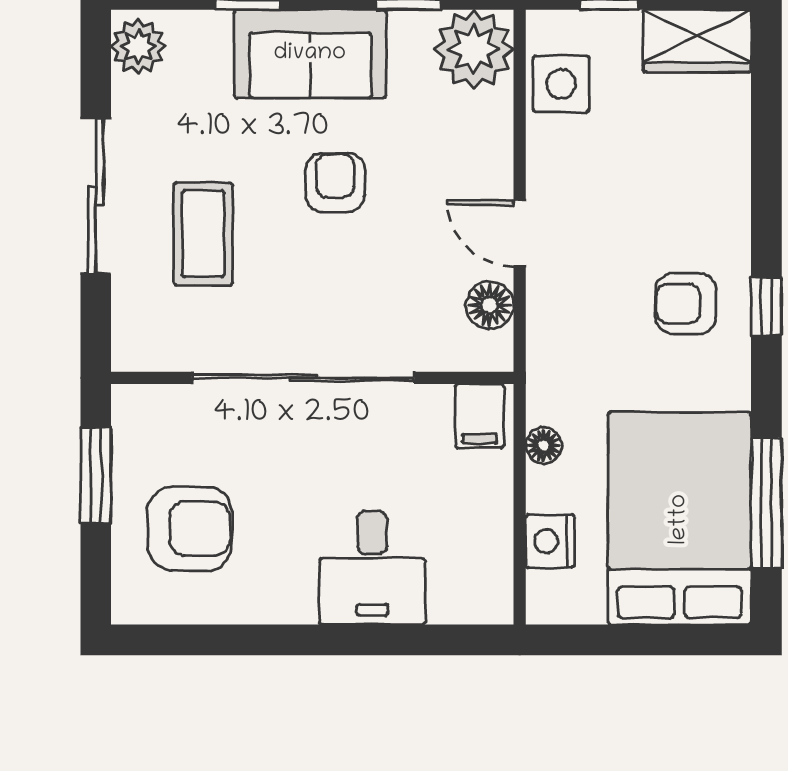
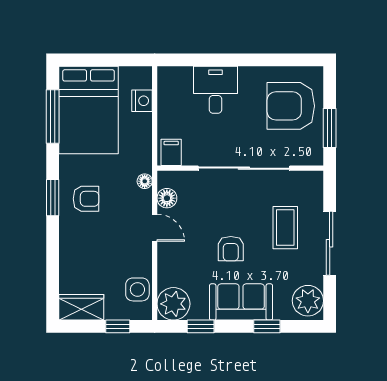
plant: (138, 47) -> (308, 301), width x1.36, depth x1.36
window: (766, 306) -> (53, 198), width x1.50
floor lamp: (544, 445) -> (145, 181), moved
armchair: (190, 529) -> (291, 106), width x1.36, depth x1.36

